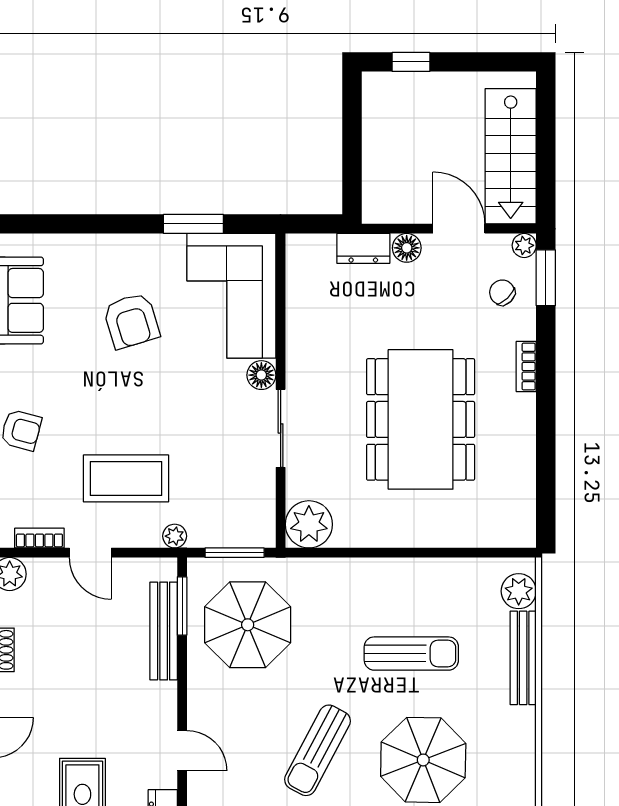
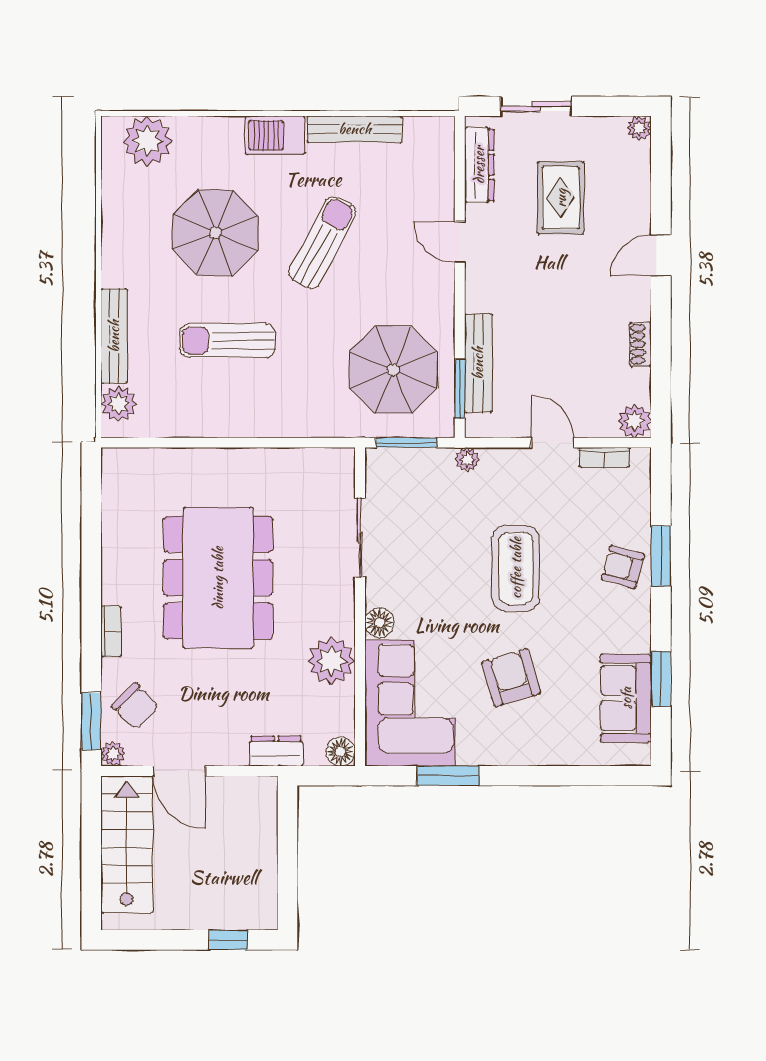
floor lamp: (407, 248) -> (341, 752), moved
chair: (502, 292) -> (135, 706), width x1.37, depth x1.37
sliding door: (281, 428) -> (360, 538), moved
coffee table: (126, 478) -> (516, 568), moved, turned 90
plant: (309, 524) -> (331, 661), moved

